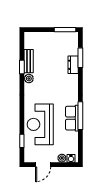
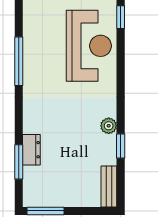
bench: (29, 61) -> (109, 186), moved
row of seats: (72, 118) -> (34, 57), removed

